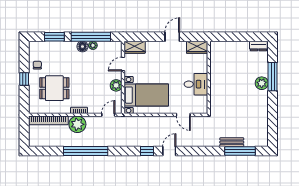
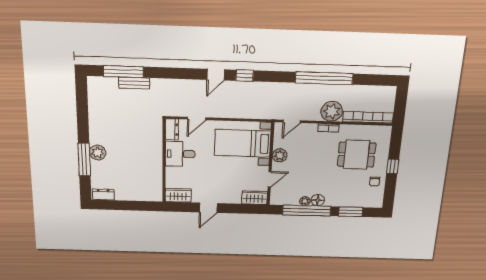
dresser: (203, 105) -> (172, 130), added
door: (183, 115) -> (197, 118), swing flipped

